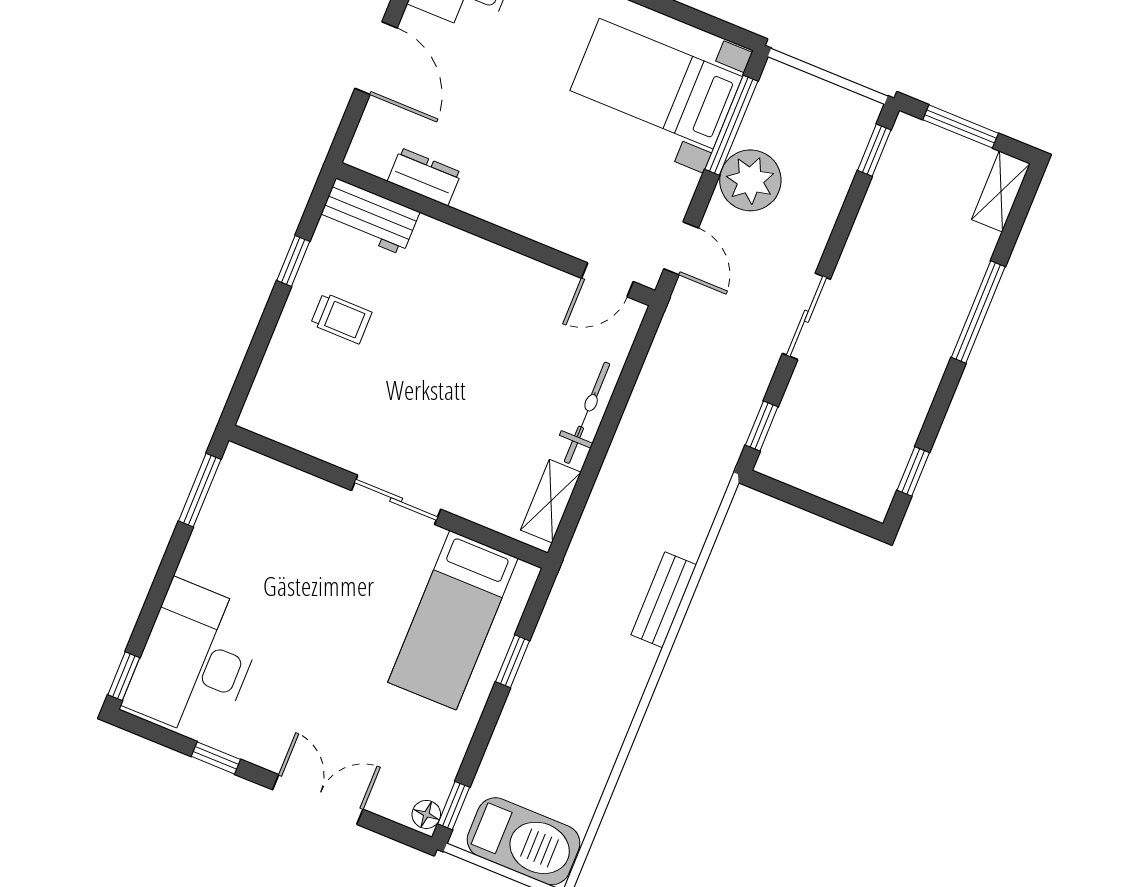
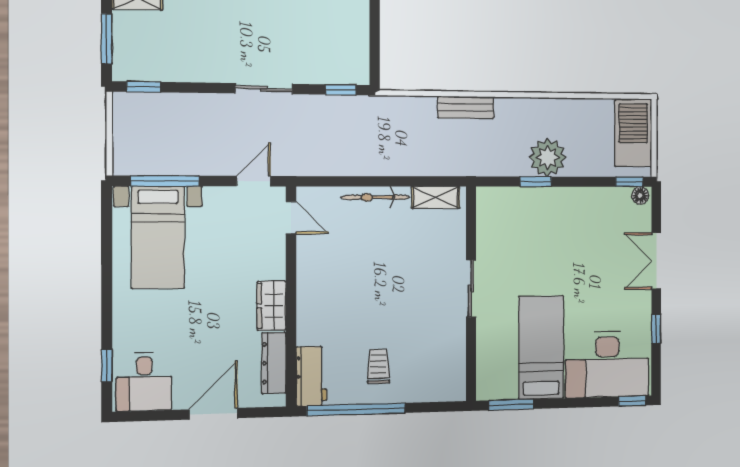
dresser: (424, 177) -> (274, 363), width x1.44
plant: (750, 180) -> (548, 157), moved
wardrobe: (494, 201) -> (271, 306), added
window: (293, 261) -> (356, 409), width x3.17
bed: (453, 620) -> (541, 347), moved, turned -90

